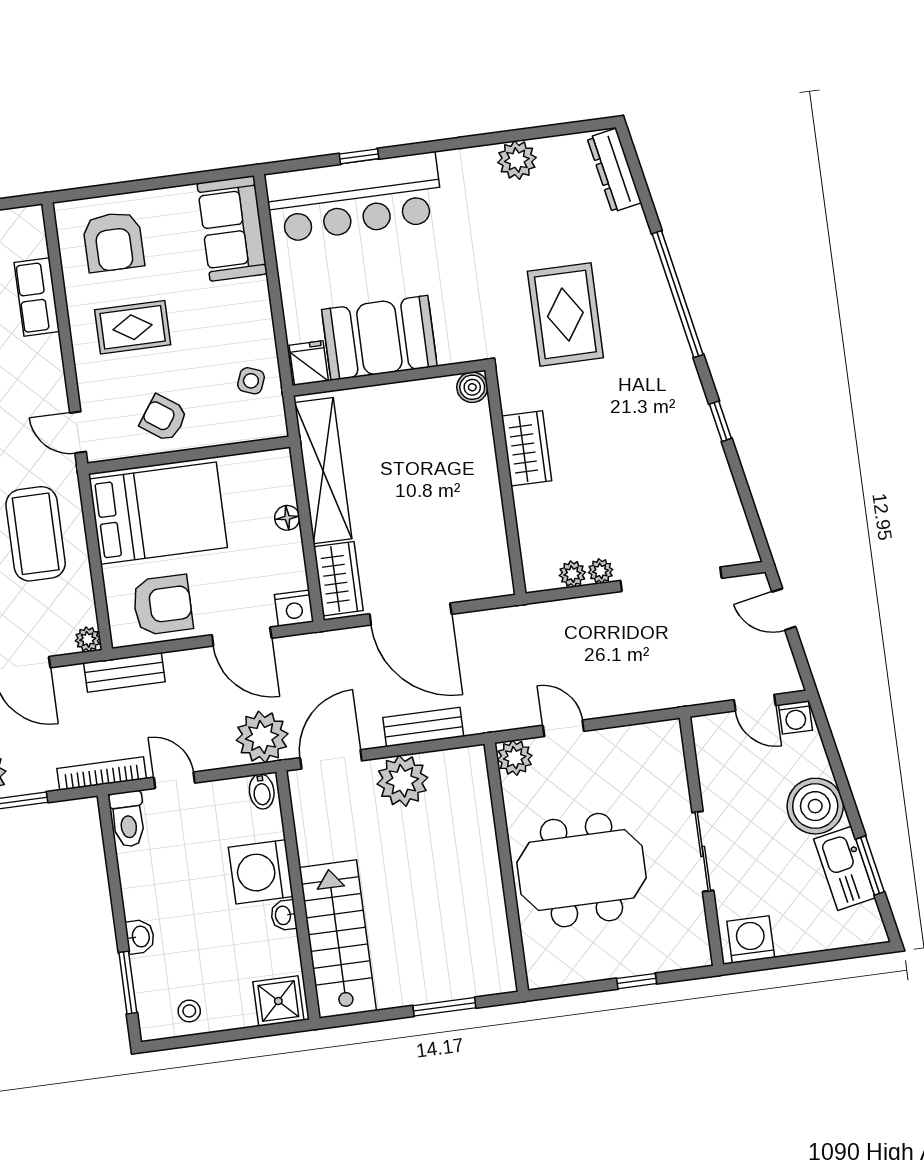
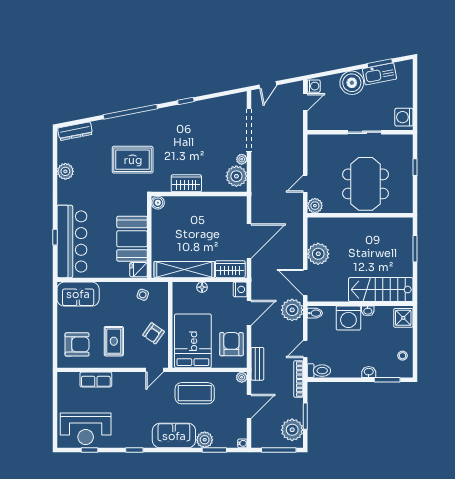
plant: (572, 574) -> (236, 176), width x1.88, depth x1.88
bench: (423, 727) -> (297, 242), removed

